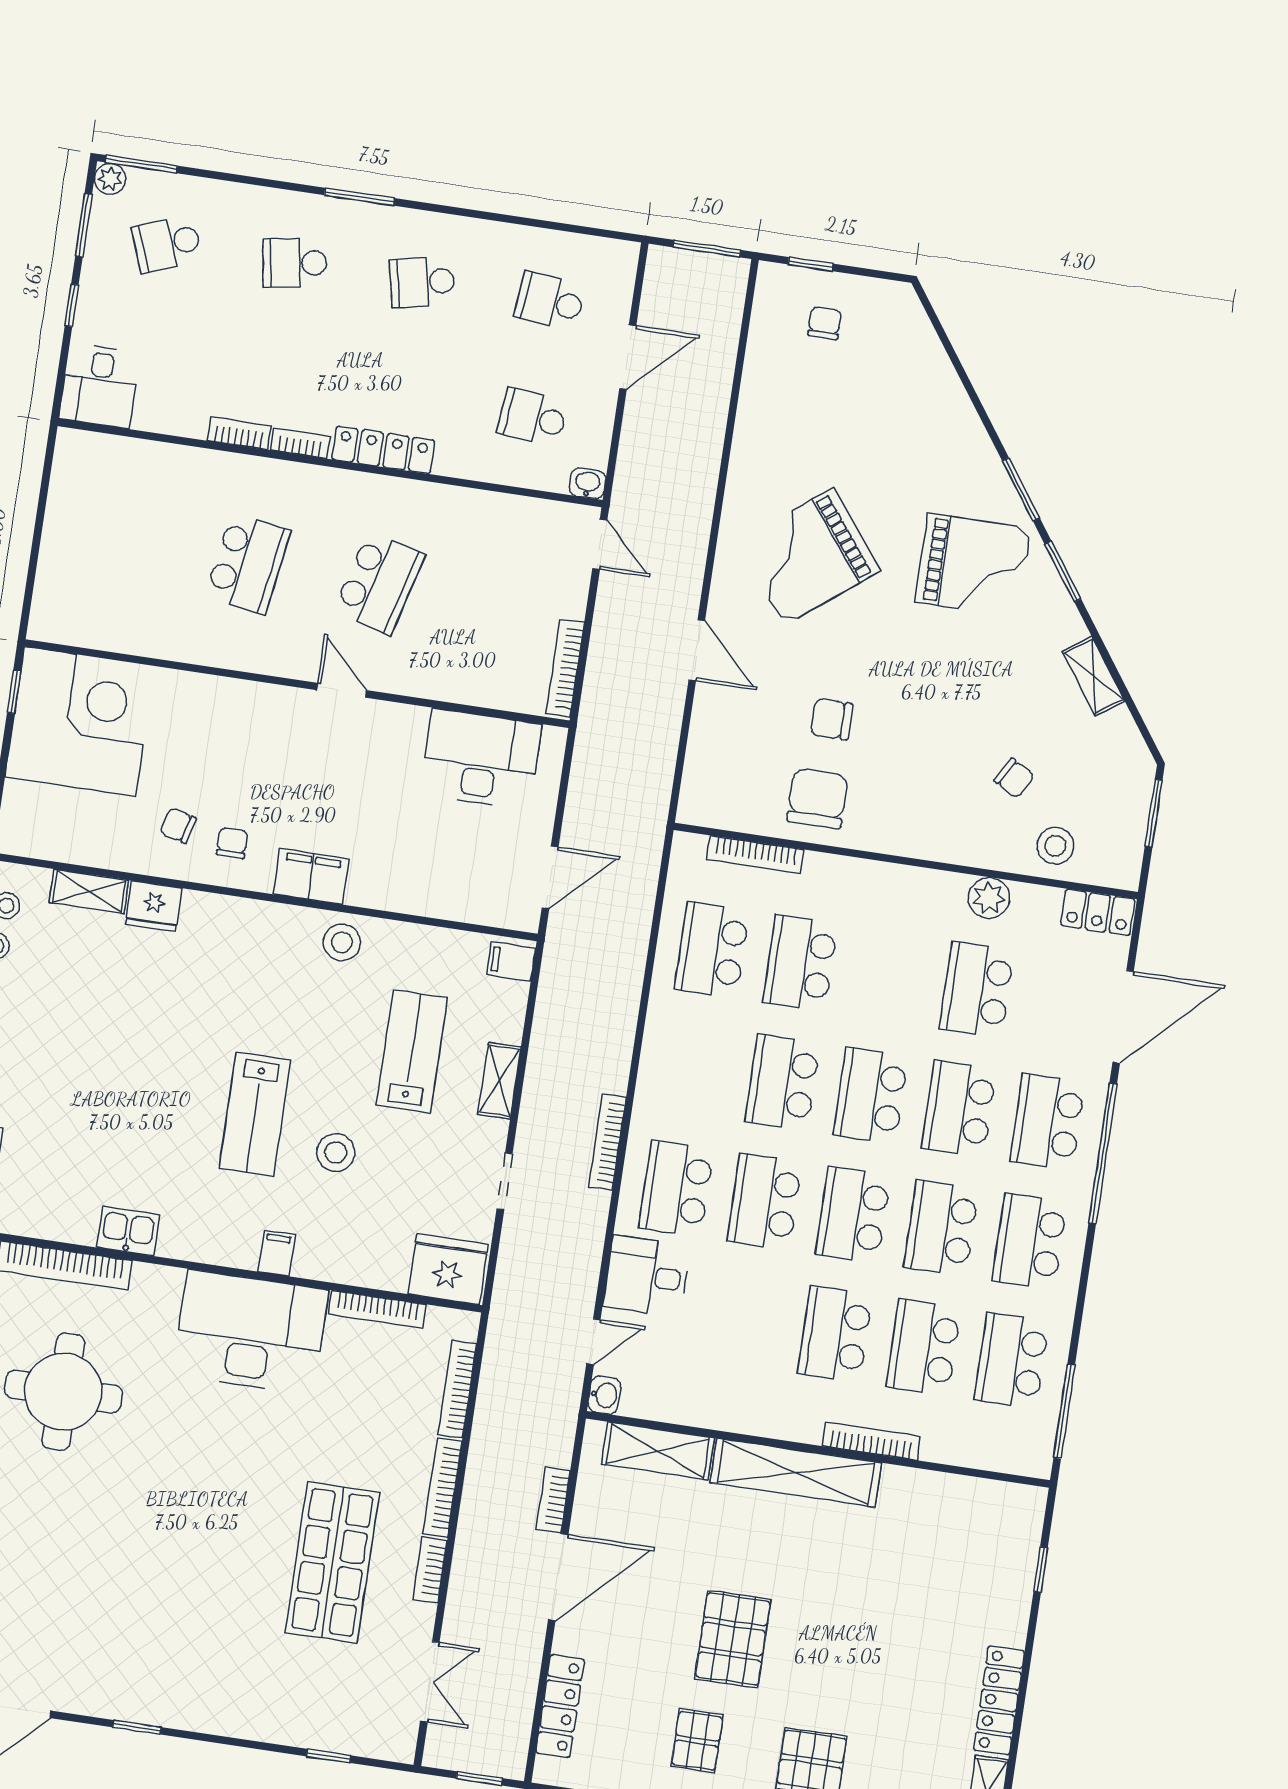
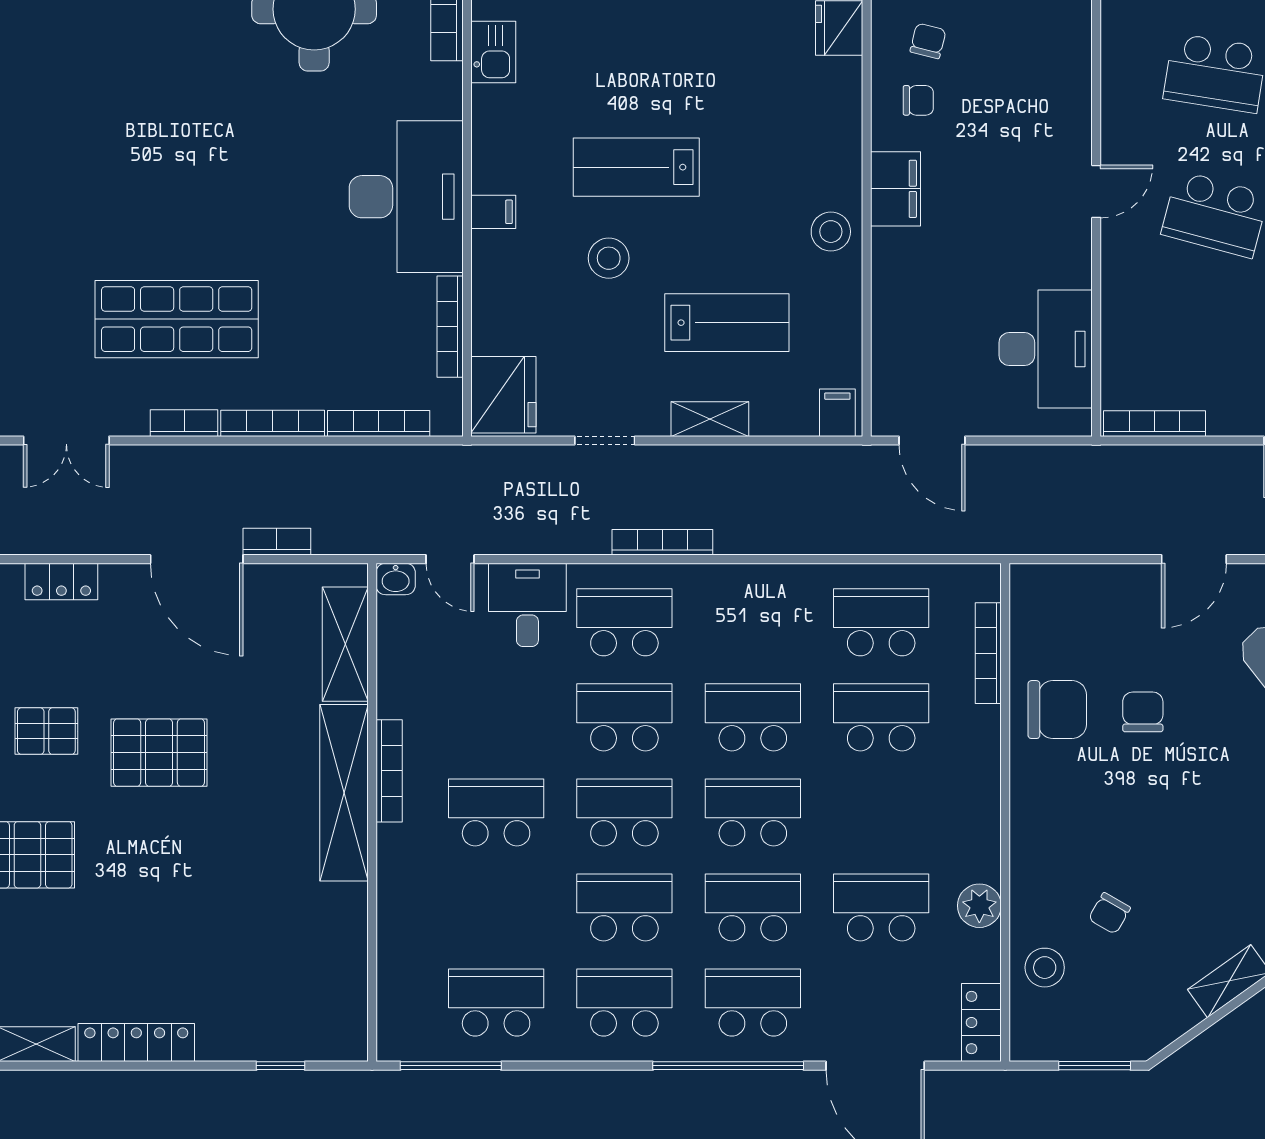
school desk: (923, 1347) -> (496, 907), removed
bookcase: (871, 1441) -> (389, 771), moved
locker: (560, 1706) -> (61, 581), width x0.66

